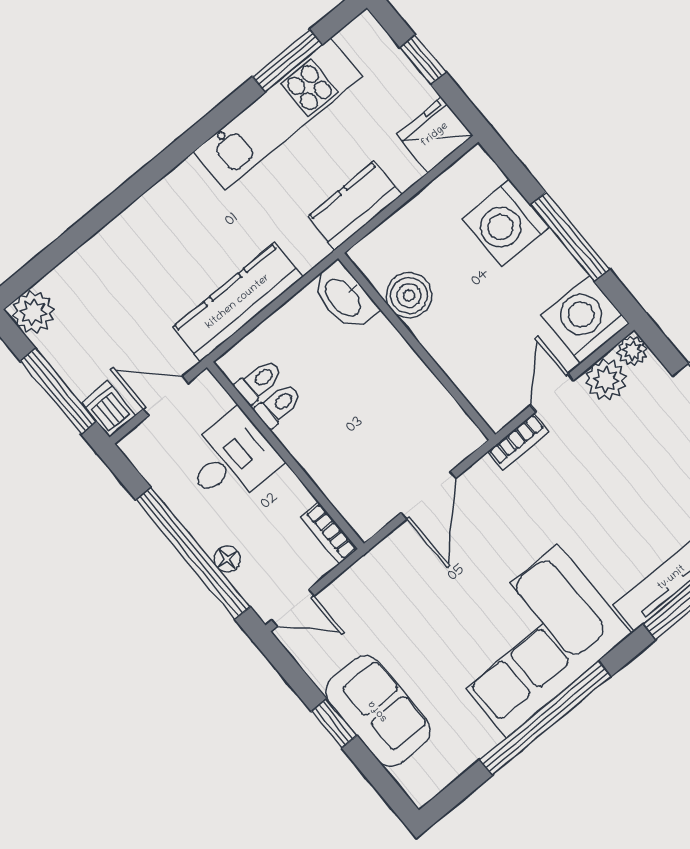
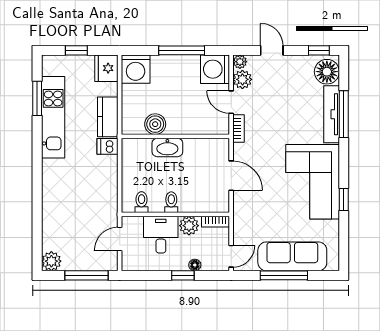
washing machine: (506, 223) -> (136, 69), moved
washbasin: (344, 297) -> (167, 147), moved
kitchen counter: (238, 302) -> (108, 186), removed
toilet: (279, 405) -> (171, 202), moved
dishwasher: (109, 409) -> (108, 146), moved
plant: (285, 494) -> (189, 226), added
window: (193, 553) -> (183, 275), width x0.32
sofa: (378, 711) -> (292, 256), width x1.36
window: (545, 718) -> (344, 200), width x0.32
window: (334, 723) -> (284, 275), width x2.17

